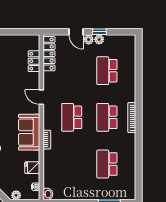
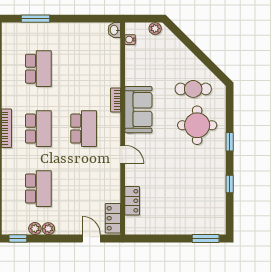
door: (76, 32) -> (91, 239), moved
window: (99, 32) -> (18, 239), moved
plant: (89, 39) -> (35, 229), moved
locker: (49, 54) -> (113, 218), width x0.66
fridge: (32, 168) -> (134, 64), removed

